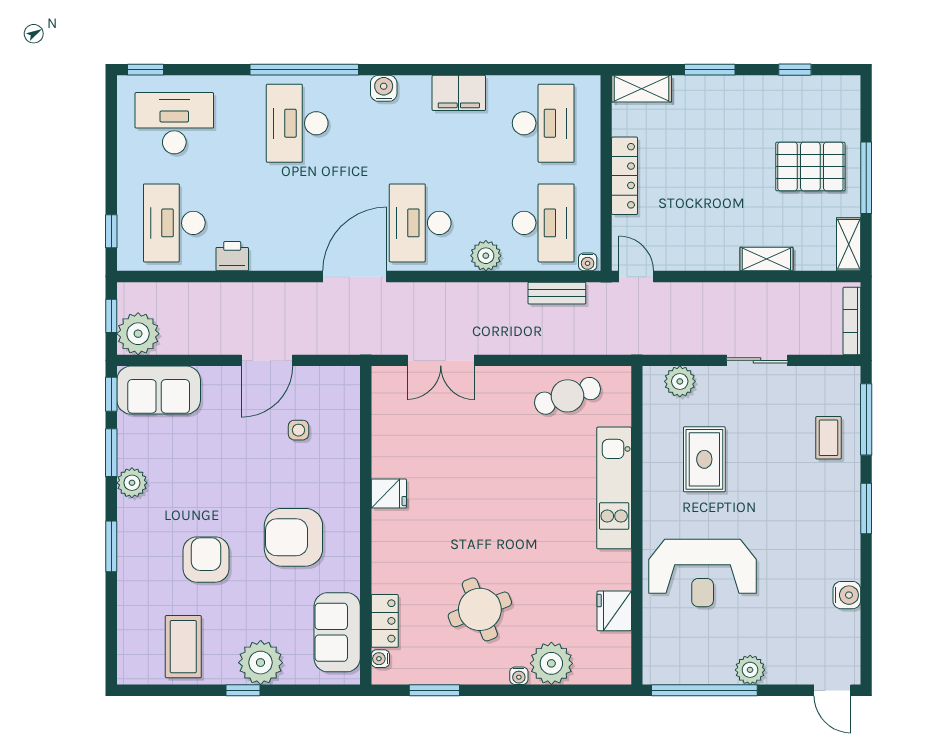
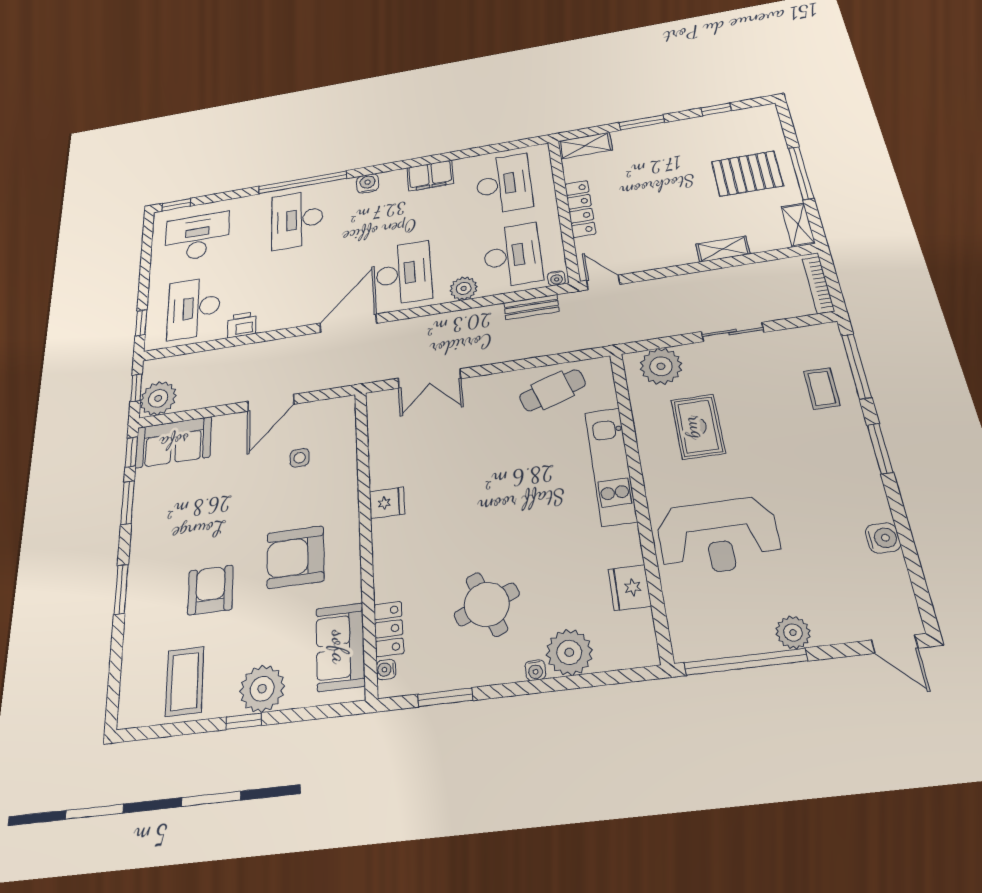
desk: (420, 223) -> (404, 273), turned 180
plant: (680, 381) -> (661, 366), width x1.36, depth x1.36
plant: (132, 483) -> (144, 527), removed

